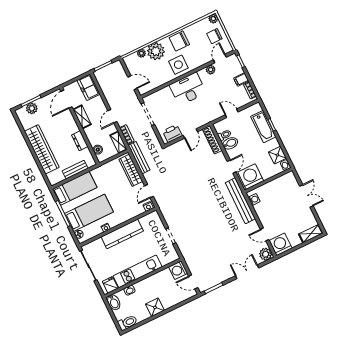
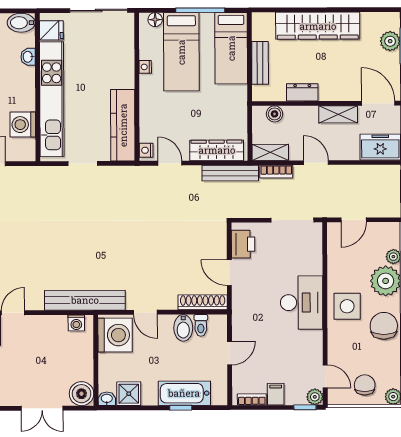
plant: (211, 70) -> (315, 397), moved
boiler: (289, 179) -> (82, 394), added
kitchen counter: (122, 234) -> (123, 125), moved
washing machine: (178, 270) -> (23, 125), moved, turned -90
kitchen unit: (138, 271) -> (52, 99), width x1.36

